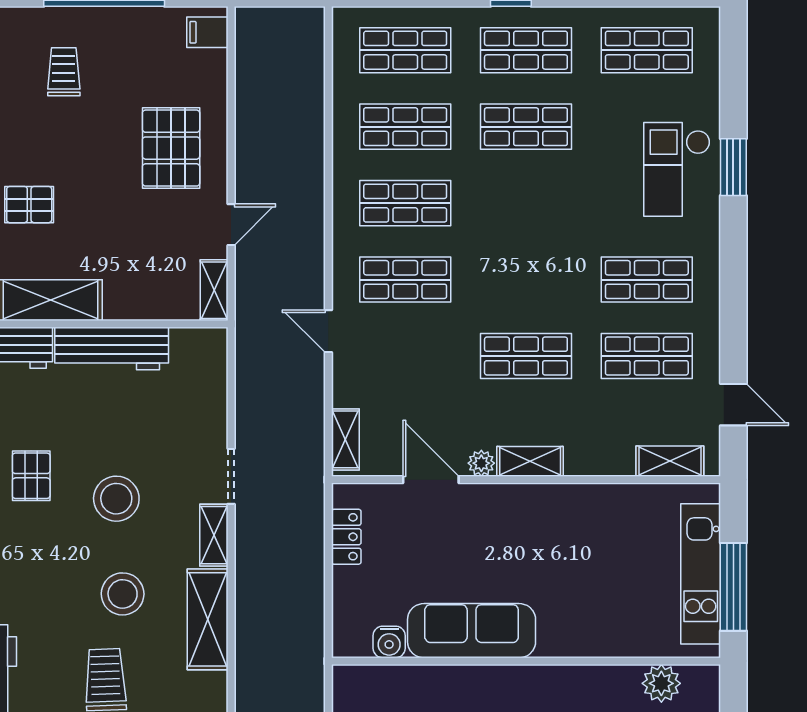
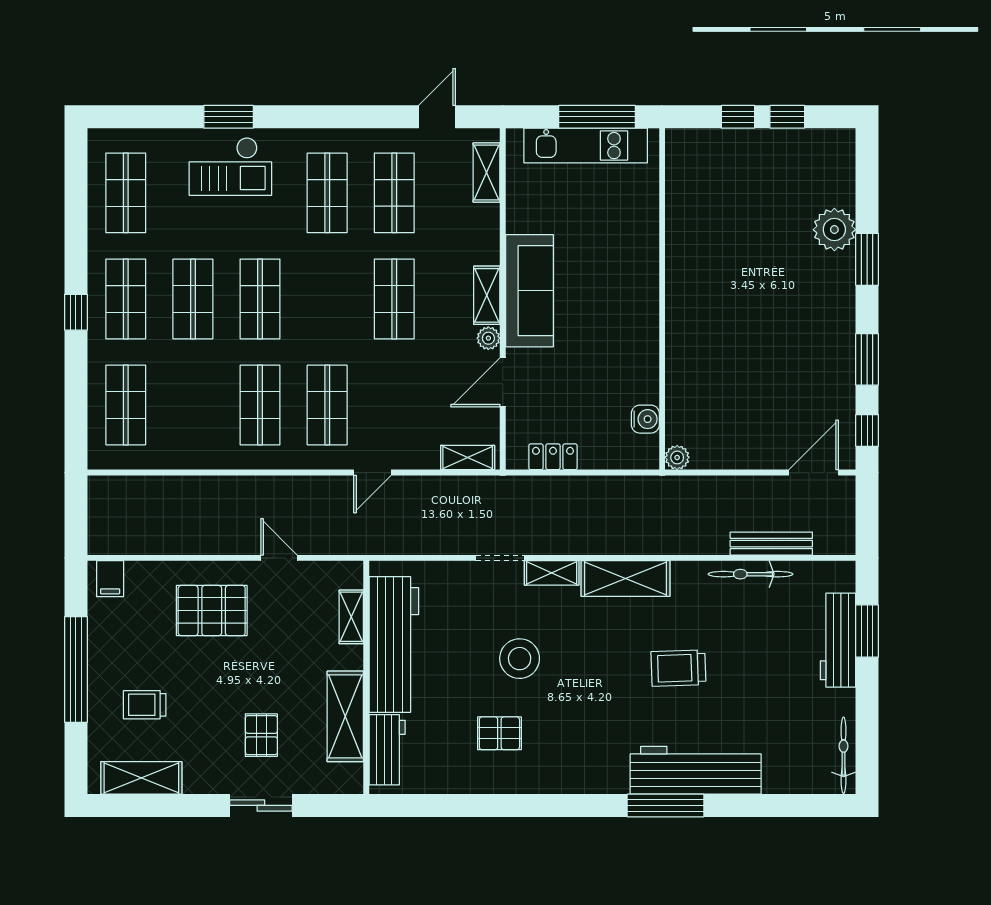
shop shelf: (405, 127) -> (260, 299), moved
shelving: (214, 290) -> (351, 617), moved, turned 90
workbench: (112, 349) -> (394, 645), width x1.36, depth x1.32
stool: (123, 594) -> (603, 653), removed
sofa: (472, 631) -> (529, 291), moved, turned 180
plant: (661, 683) -> (677, 457), moved, width x0.73, depth x0.73

